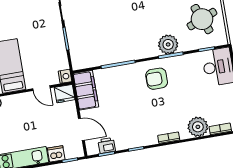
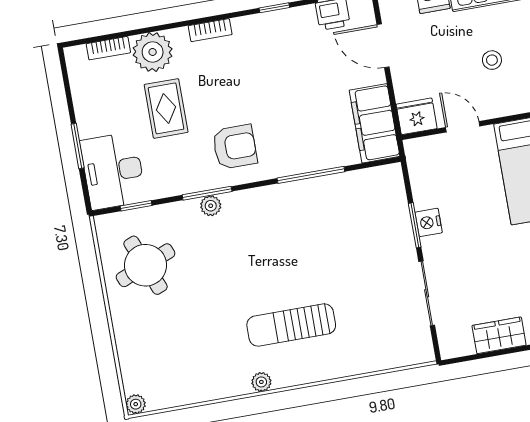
plant: (168, 44) -> (211, 206), width x0.53, depth x0.53
nightstand: (65, 76) -> (429, 222), moved
rug: (191, 98) -> (166, 108), added
stool: (26, 122) -> (492, 60), added

